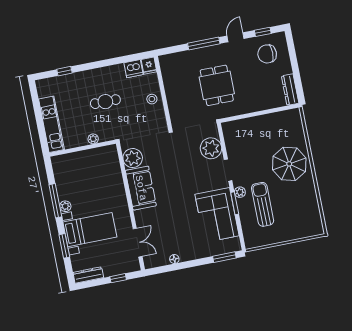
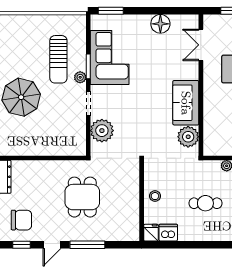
floor lamp: (174, 259) -> (160, 24), width x1.89, depth x1.89

